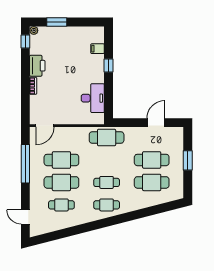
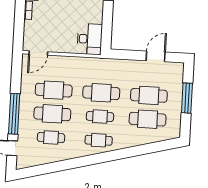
desk: (93, 98) -> (90, 39), moved
cafe table: (107, 138) -> (101, 93), moved
window: (188, 160) -> (187, 98), width x1.44
window: (25, 164) -> (14, 114), moved

